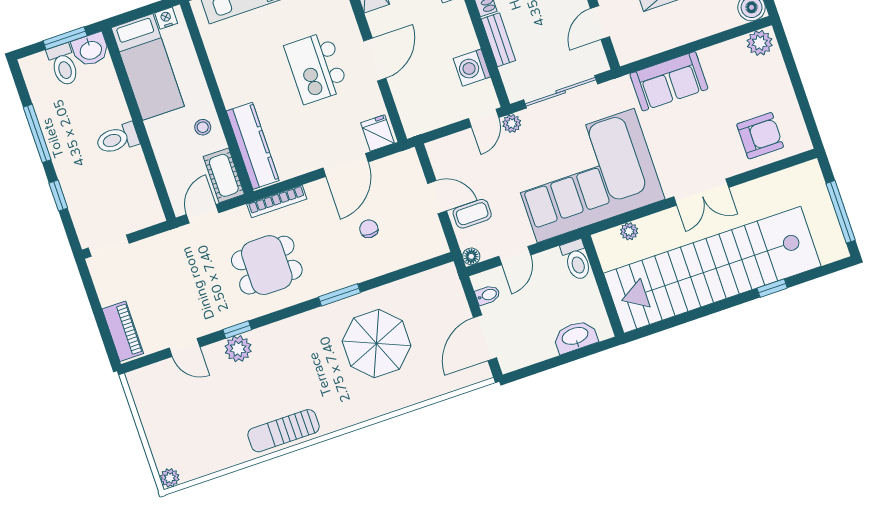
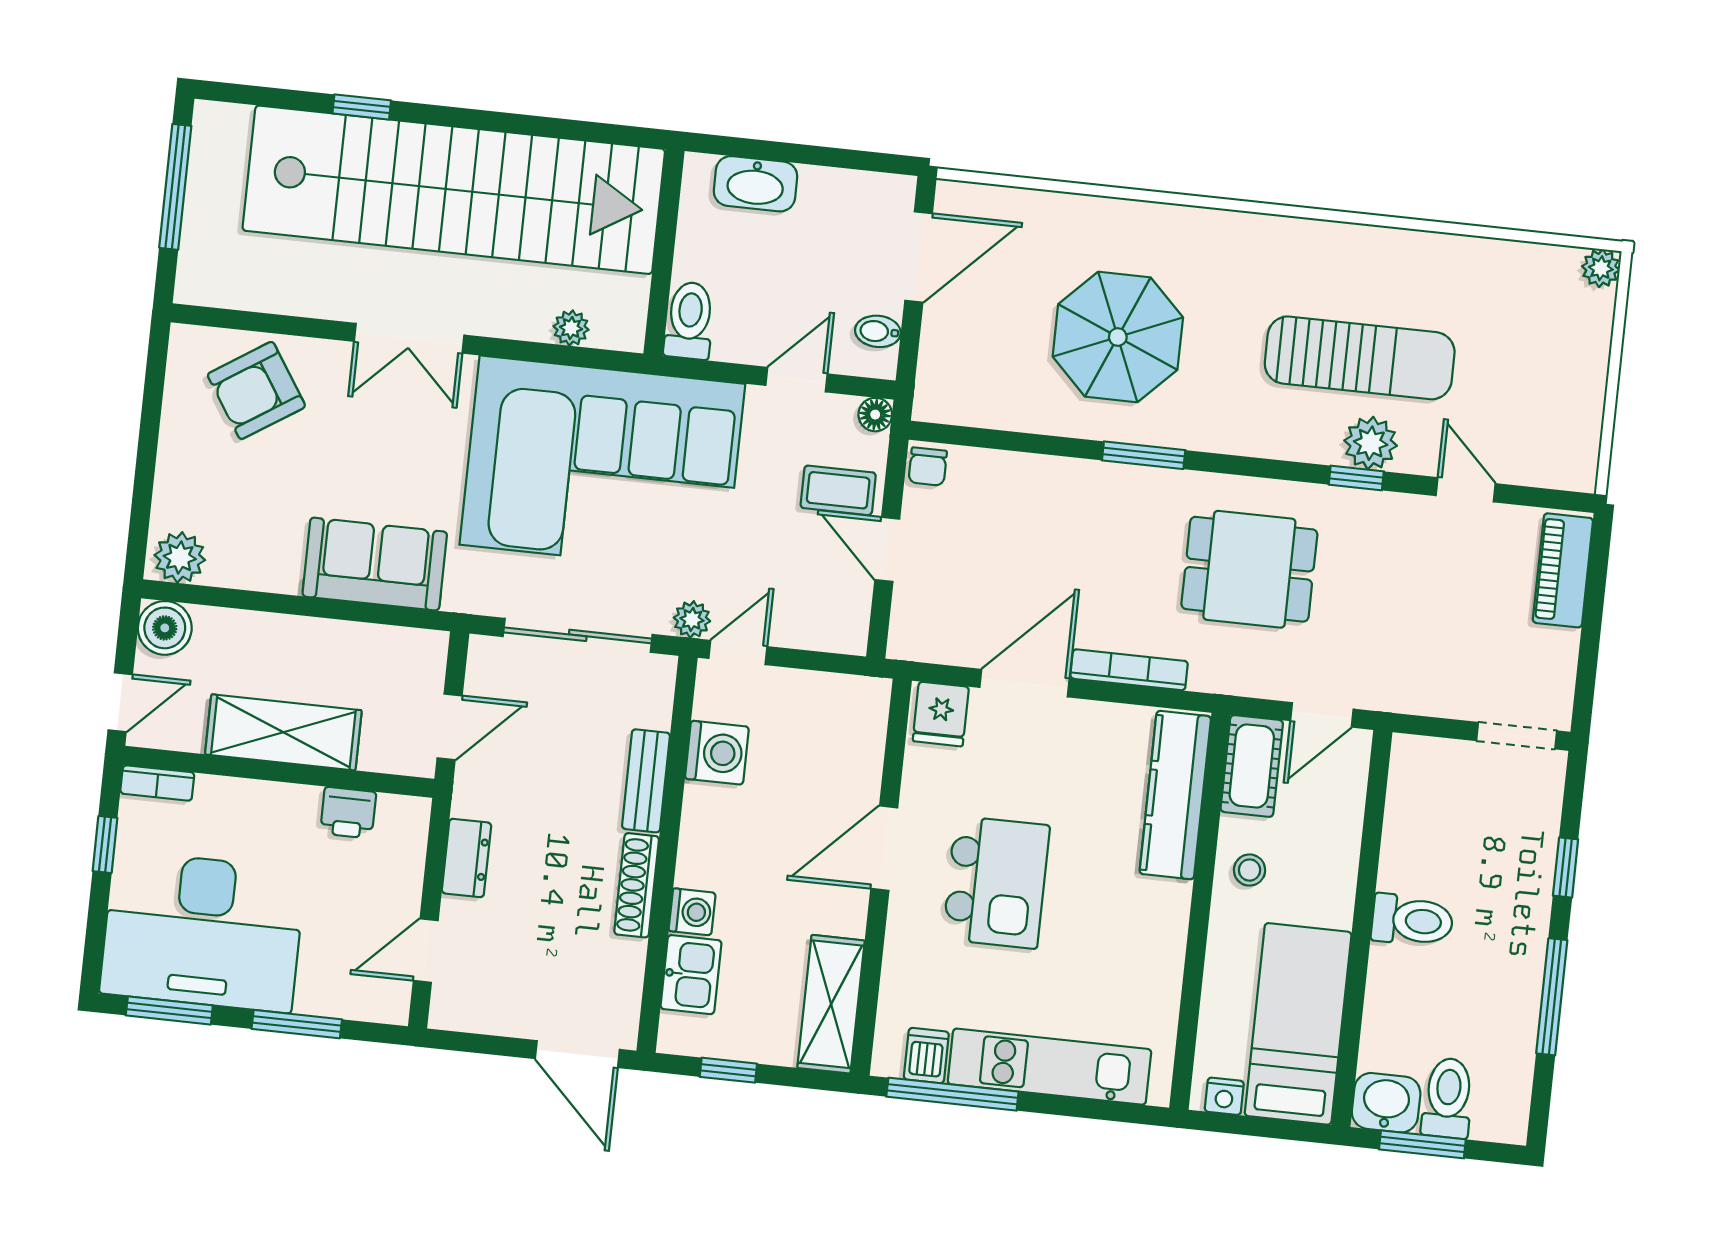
armchair: (760, 136) -> (256, 390), turned -33
double door: (701, 192) -> (409, 338), swing flipped
bookcase: (277, 201) -> (1129, 670), moved
chair: (369, 229) -> (928, 467), moved
sun lounger: (283, 431) -> (1360, 358), moved, width x1.36, depth x1.34

